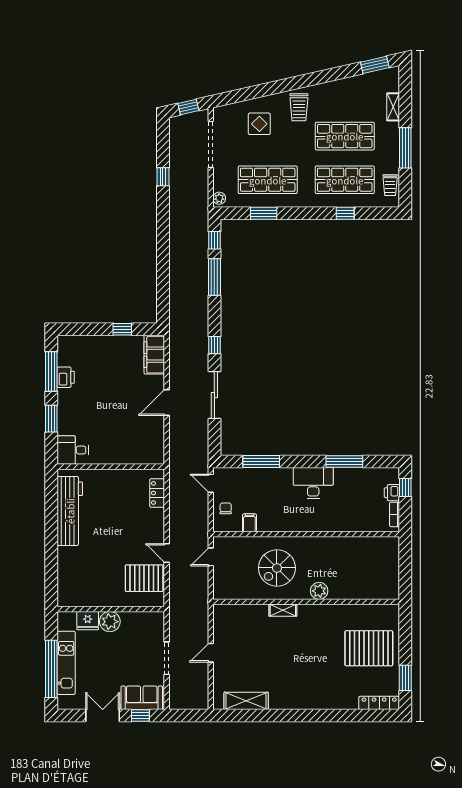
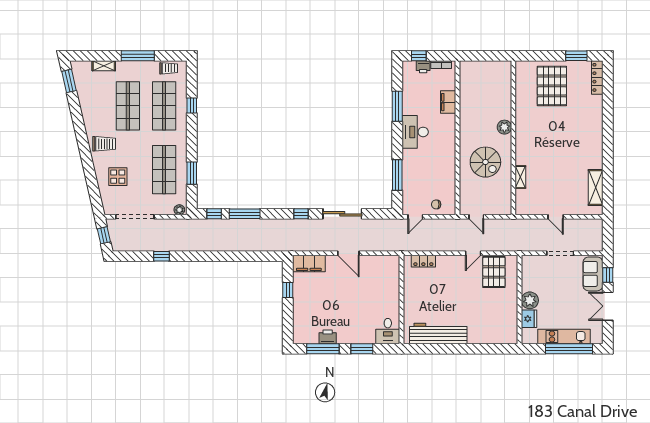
filing cabinet: (249, 523) -> (448, 102), moved, width x2.00
shelving: (283, 610) -> (520, 177), moved

